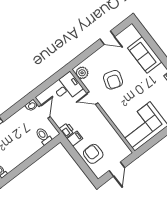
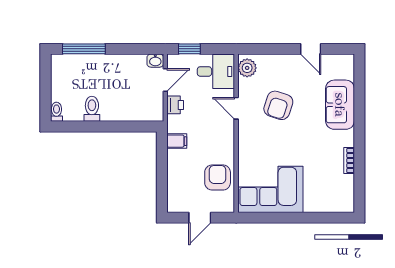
window: (45, 86) -> (189, 49), added
printer: (67, 130) -> (175, 105), moved
toilet: (43, 136) -> (92, 109), moved
armchair: (93, 154) -> (218, 177), moved

